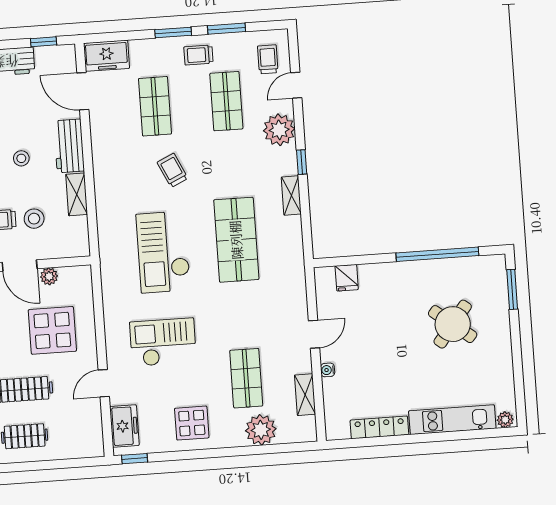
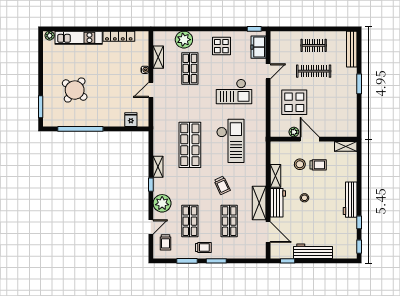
freezer: (107, 56) -> (254, 251), removed
shelving: (103, 143) -> (259, 203), added

